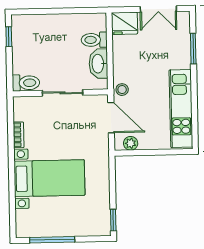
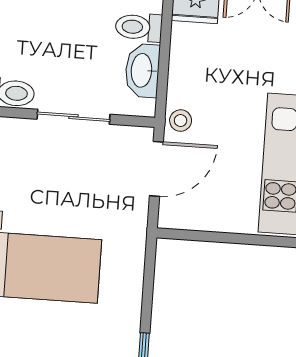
door: (111, 118) -> (156, 169), hinge flipped
plant: (131, 143) -> (187, 218), removed

